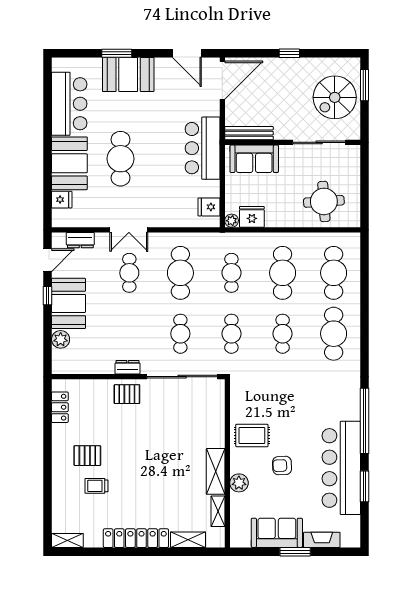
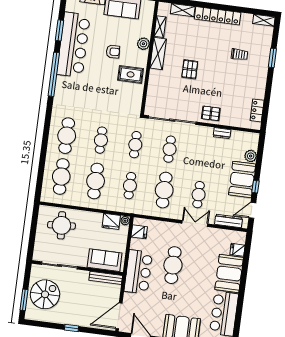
cafe table: (121, 159) -> (173, 265), moved
dresser: (80, 240) -> (229, 221), width x1.44
dresser: (128, 367) -> (222, 133), moved
pallet: (87, 456) -> (190, 69), moved, turned 90
window: (47, 487) -> (272, 58), added

